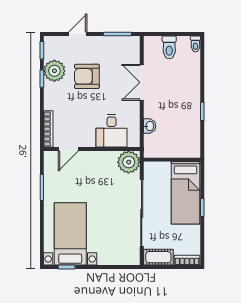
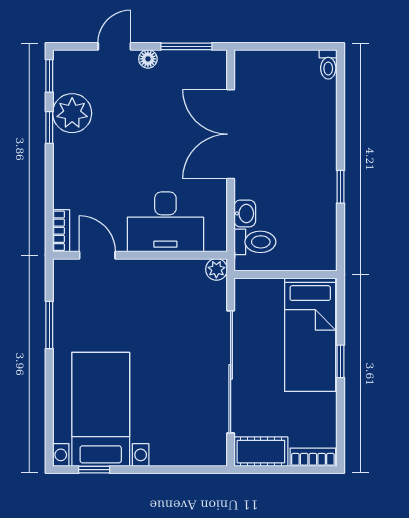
floor lamp: (96, 41) -> (148, 59), added
toilet: (169, 47) -> (255, 242), moved, turned -90
armchair: (87, 76) -> (131, 123), removed
double door: (142, 82) -> (231, 134), width x1.37
bookcase: (48, 129) -> (61, 231), width x0.64
desk: (112, 131) -> (165, 222), width x1.37
door: (68, 149) -> (97, 255), swing flipped
plant: (129, 162) -> (216, 269), width x0.53, depth x0.53

